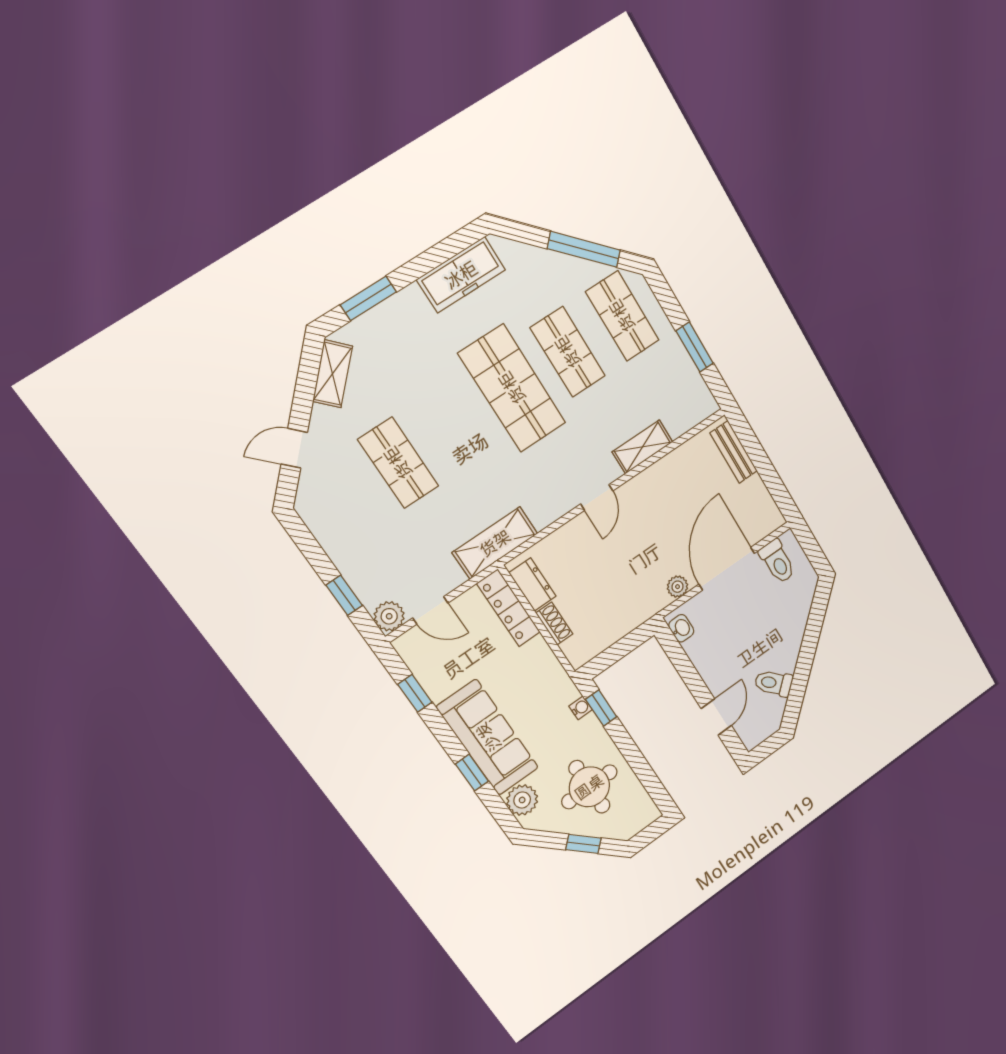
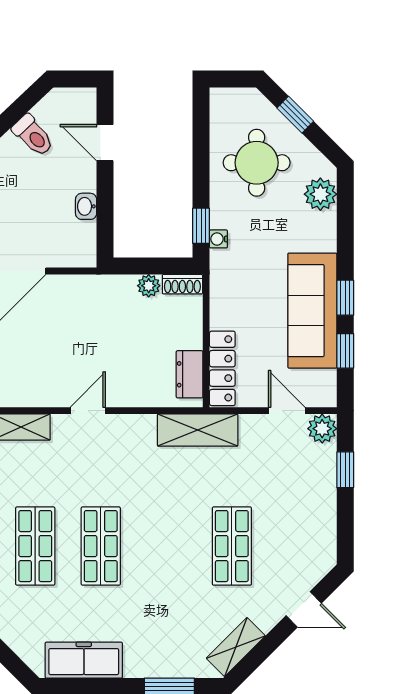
shop shelf: (512, 388) -> (101, 546), width x0.70, depth x0.74
plant: (678, 587) -> (149, 286), moved
shoe rack: (554, 623) -> (182, 284), moved, turned -90
washbasin: (681, 628) -> (86, 206), moved
door: (716, 717) -> (105, 143), hinge flipped
sofa: (488, 737) -> (312, 311), moved
window: (472, 773) -> (345, 298), moved

